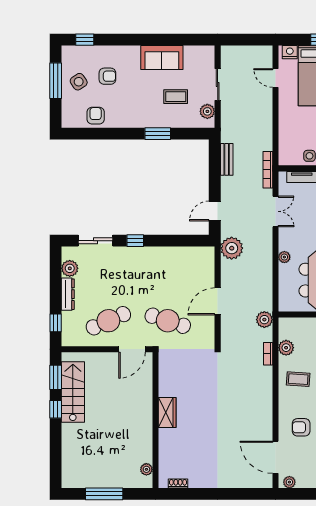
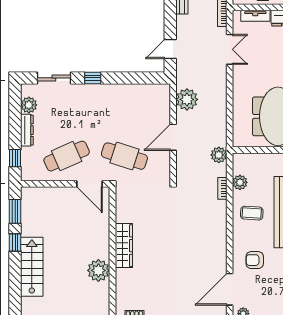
plant: (232, 248) -> (187, 99), moved
plant: (284, 257) -> (238, 94), removed
door: (132, 349) -> (90, 184), hinge flipped
stairs: (73, 392) -> (32, 267), moved
wardrobe: (167, 412) -> (124, 246), width x1.50
door: (276, 457) -> (230, 289), hinge flipped
plant: (146, 469) -> (98, 270), moved, width x1.88, depth x1.88

